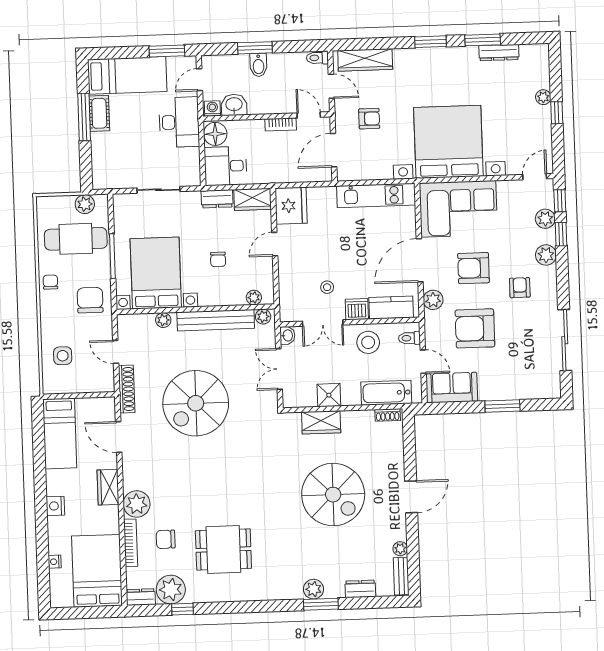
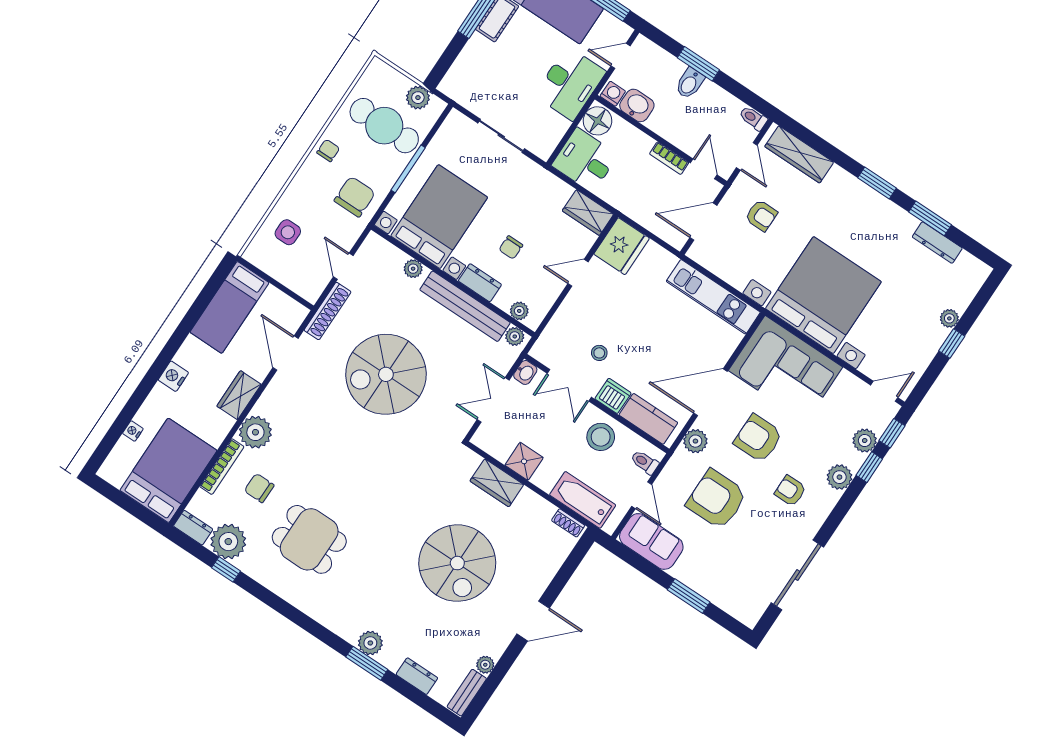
dresser: (217, 199) -> (480, 283), moved, turned 180
armchair: (520, 288) -> (790, 491), turned -90

